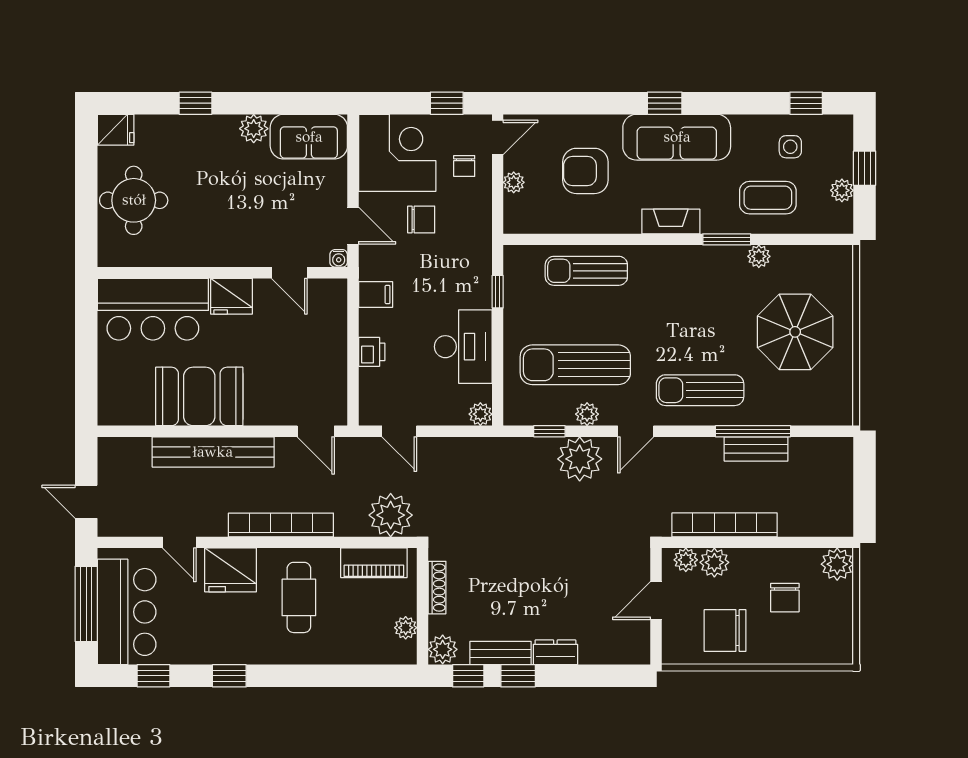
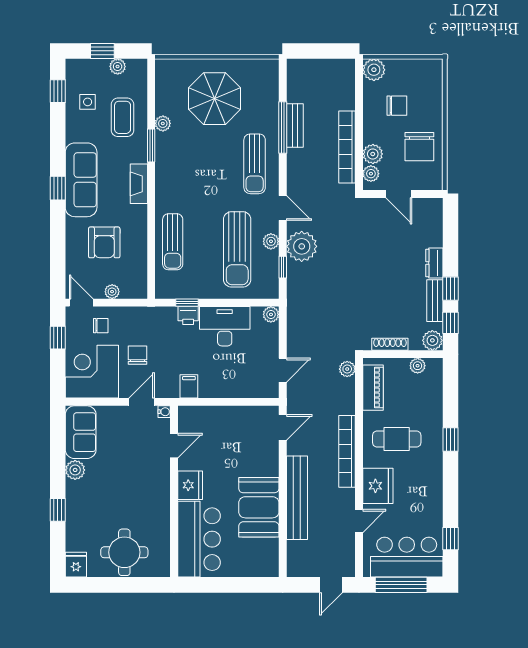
printer: (372, 352) -> (188, 316), moved, turned 180
plant: (391, 515) -> (347, 369), width x0.53, depth x0.53
window: (229, 676) -> (451, 439), moved

